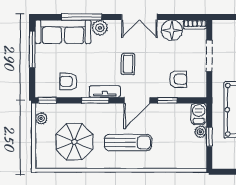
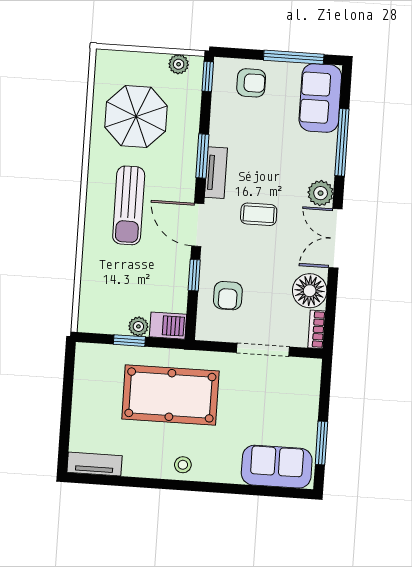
plant: (100, 28) -> (321, 193), moved
sofa: (63, 32) -> (320, 98), width x0.73
armchair: (68, 81) -> (251, 83), moved, turned 90

